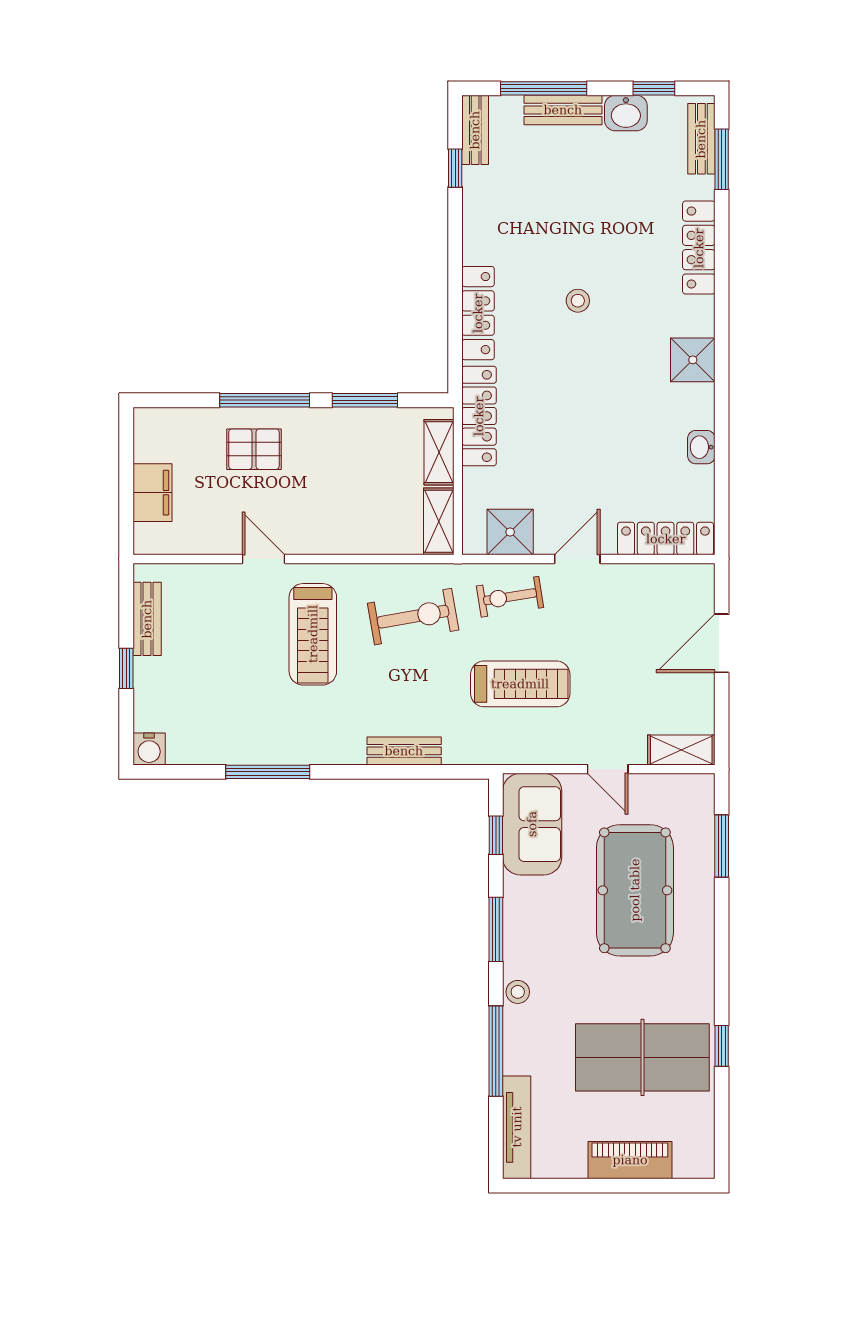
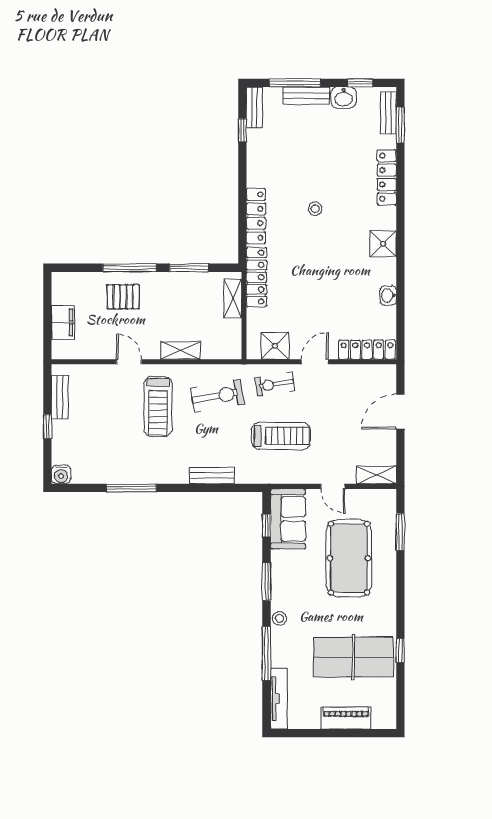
shelving: (439, 521) -> (180, 350), moved, turned 90

